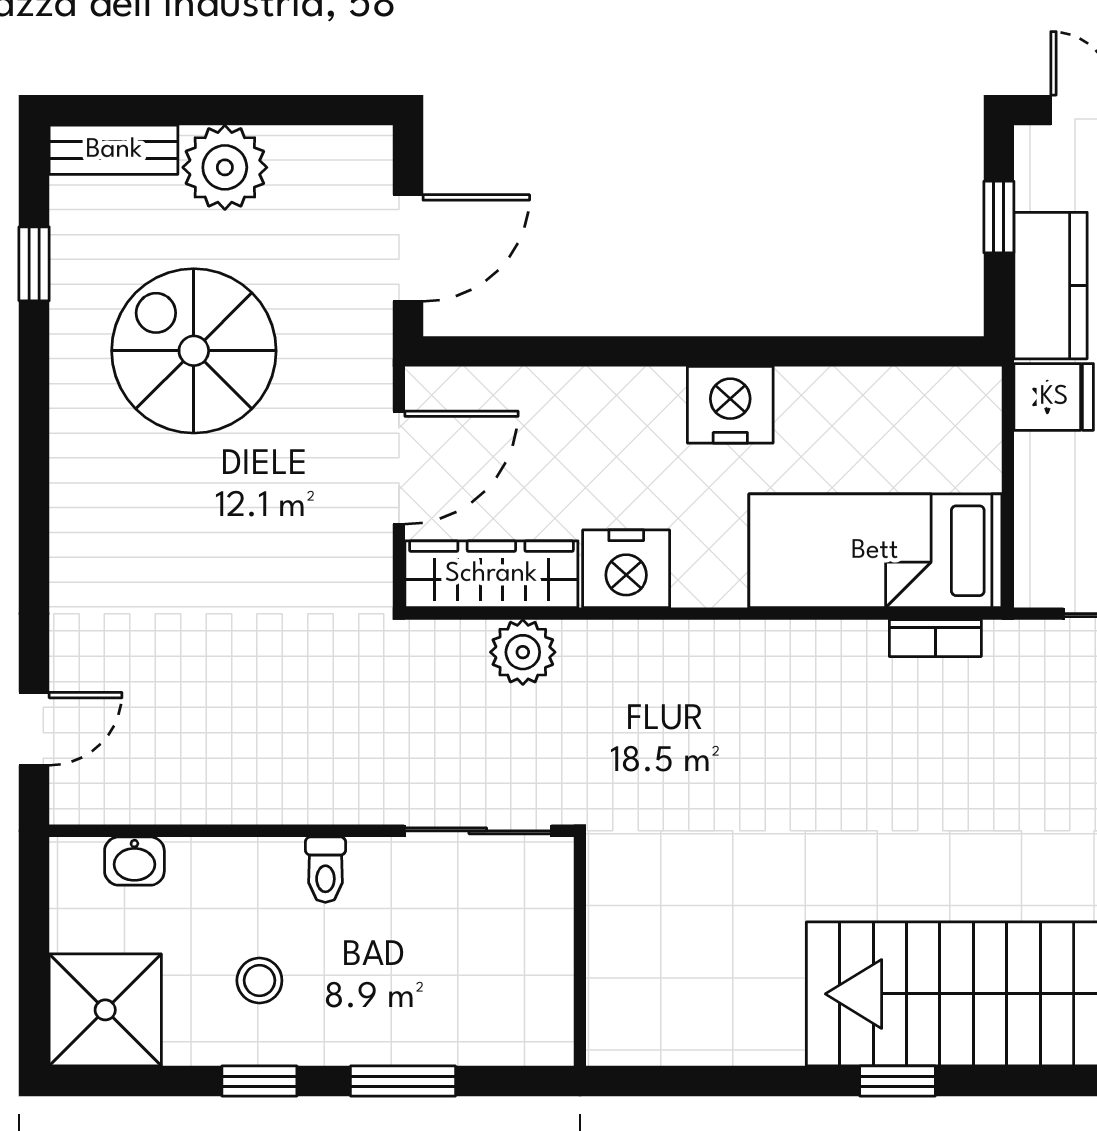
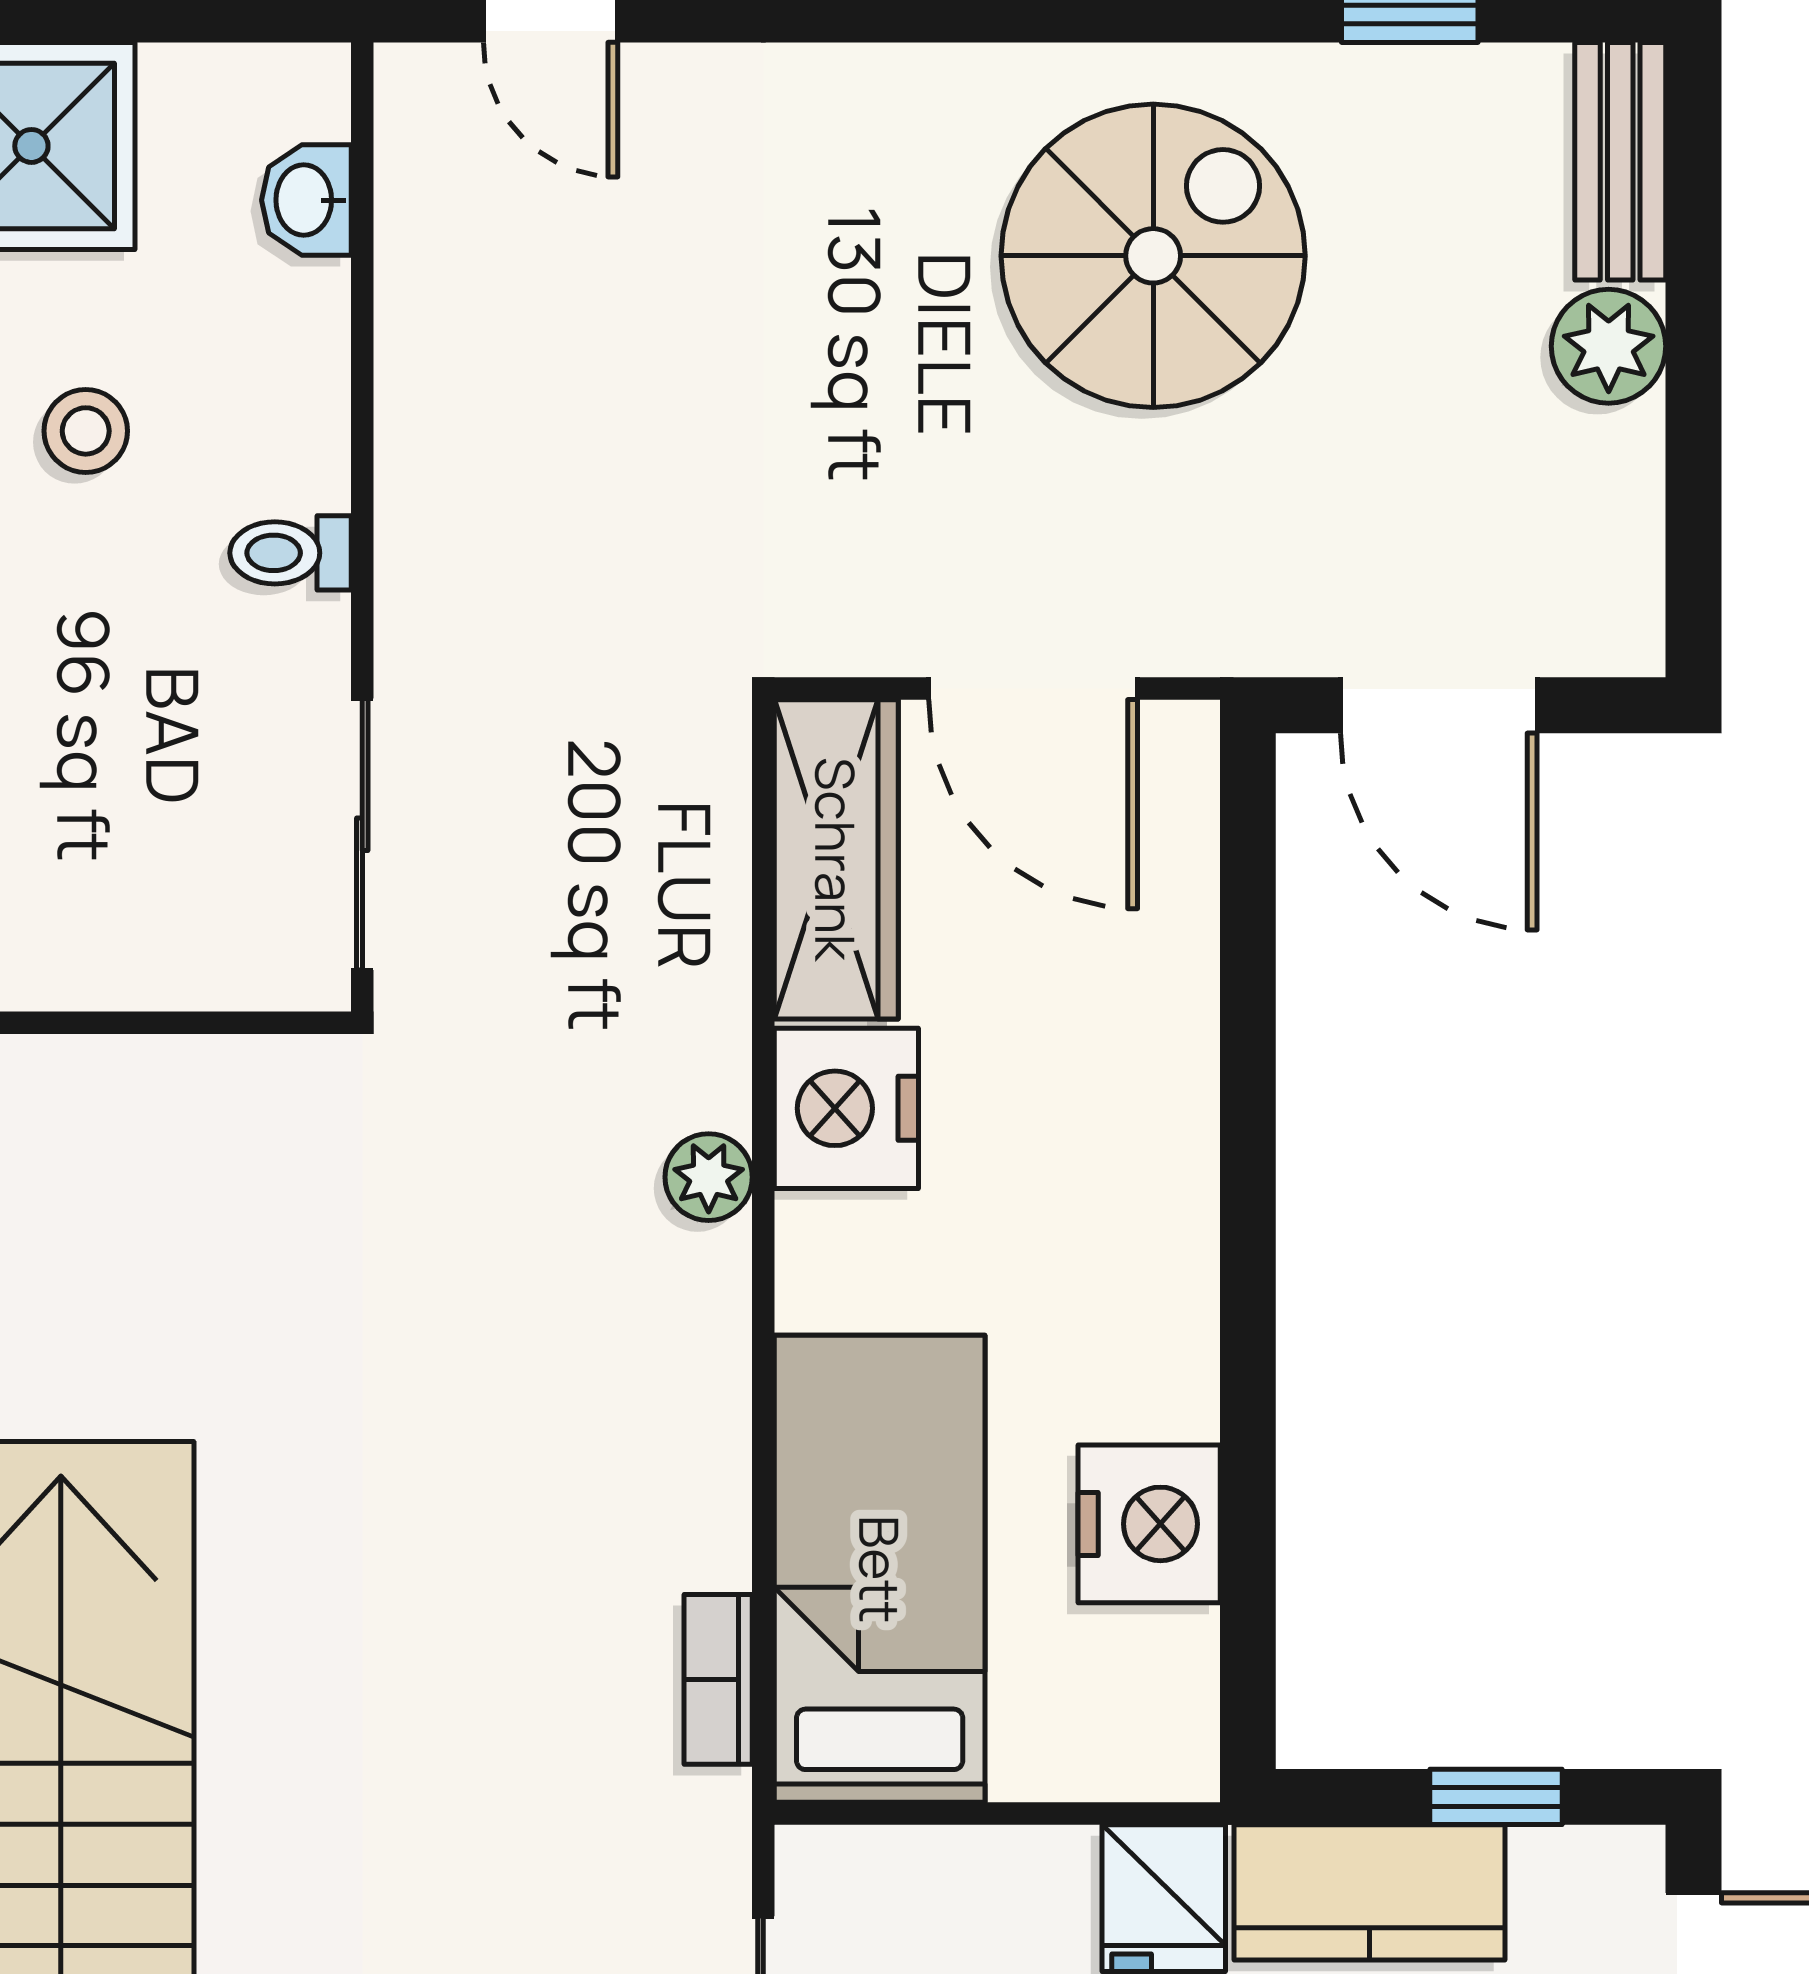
plant: (225, 167) -> (1609, 346), width x0.73, depth x0.73
spiral stairs: (194, 351) -> (1153, 256), moved
nightstand: (730, 405) -> (1149, 1524), moved
plant: (523, 652) -> (709, 1177), moved, width x0.73, depth x0.73

